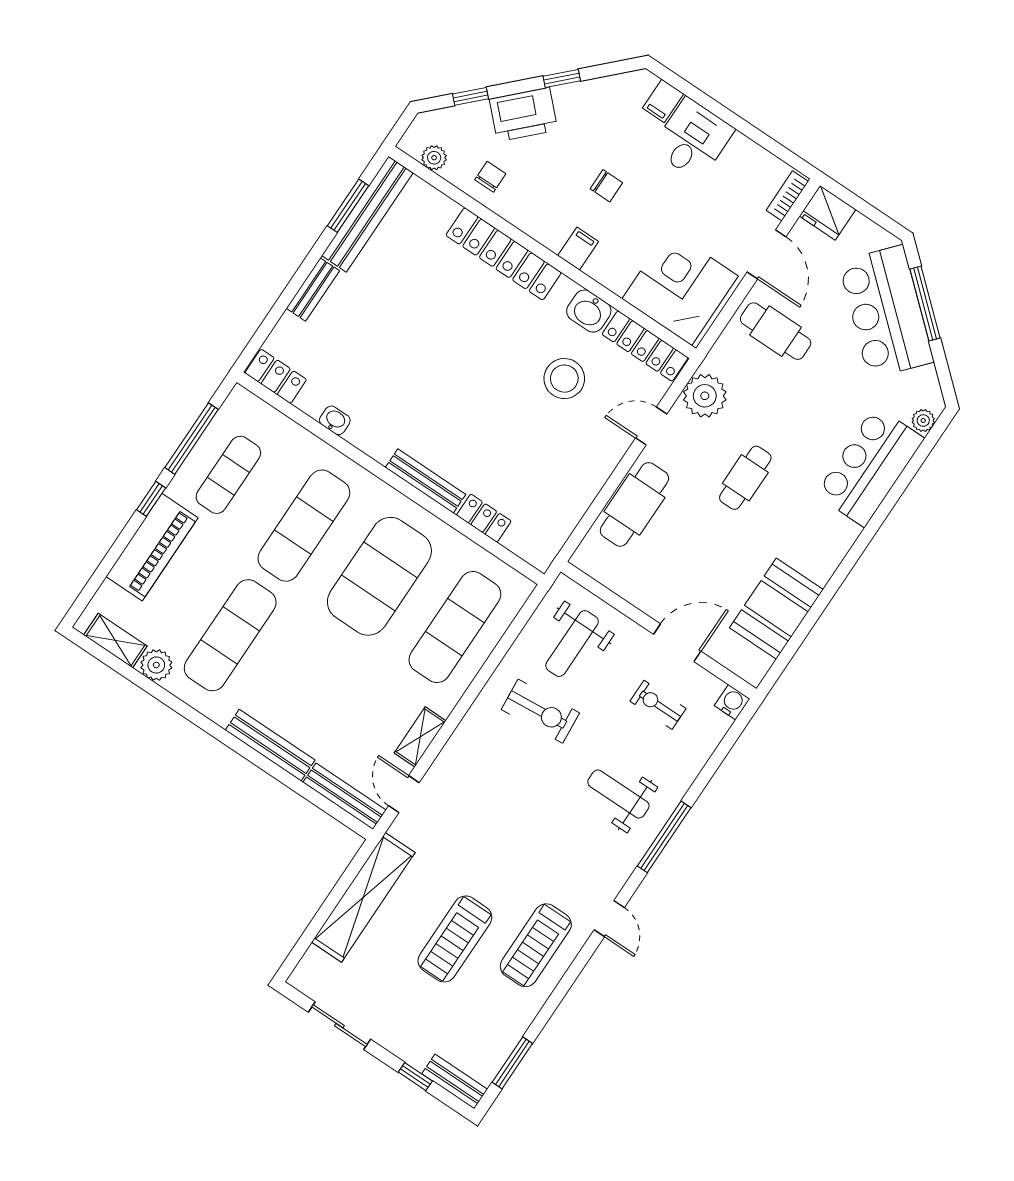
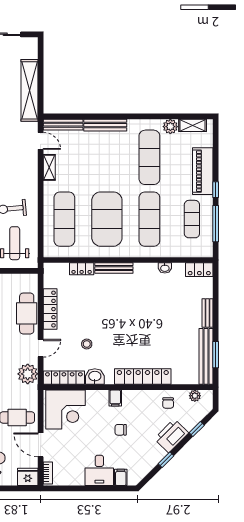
stool: (564, 379) -> (87, 344), width x0.53, depth x0.53
locker: (588, 484) -> (50, 309), added

